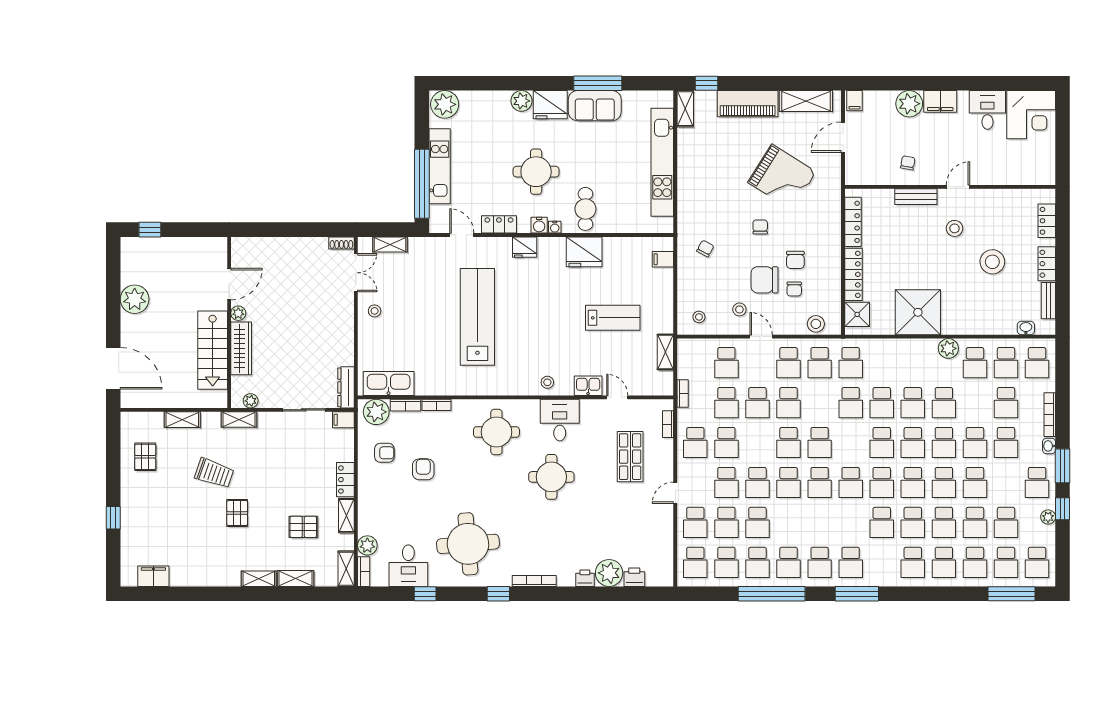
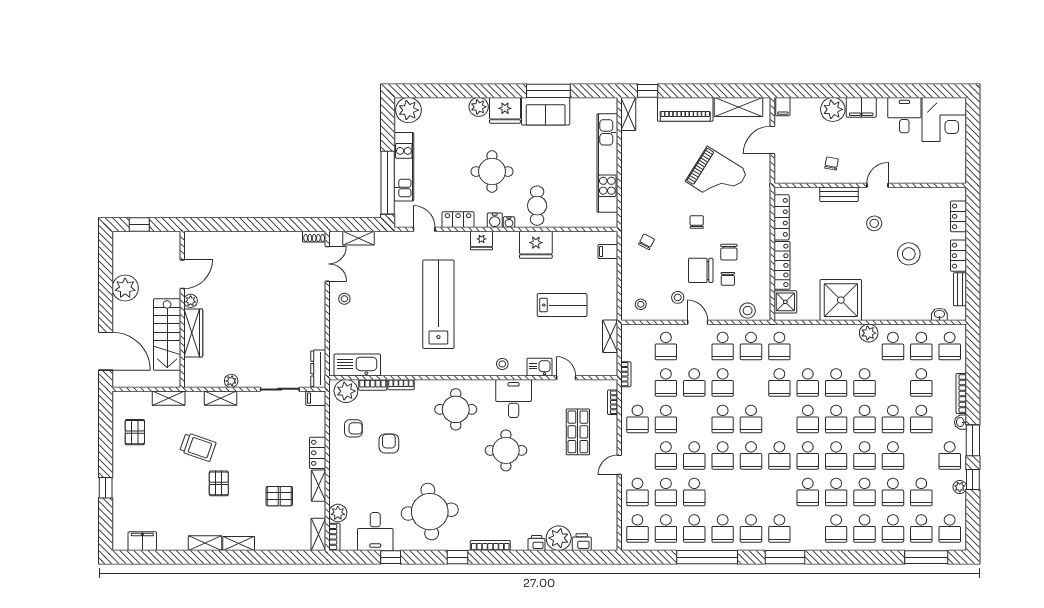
door: (229, 284) -> (182, 274), moved
plant: (238, 313) -> (191, 301), moved
wall: (229, 322) -> (182, 309), moved
wardrobe: (241, 348) -> (193, 333), moved
stairs: (213, 350) -> (167, 335), moved
shelving: (295, 578) -> (205, 543), moved

